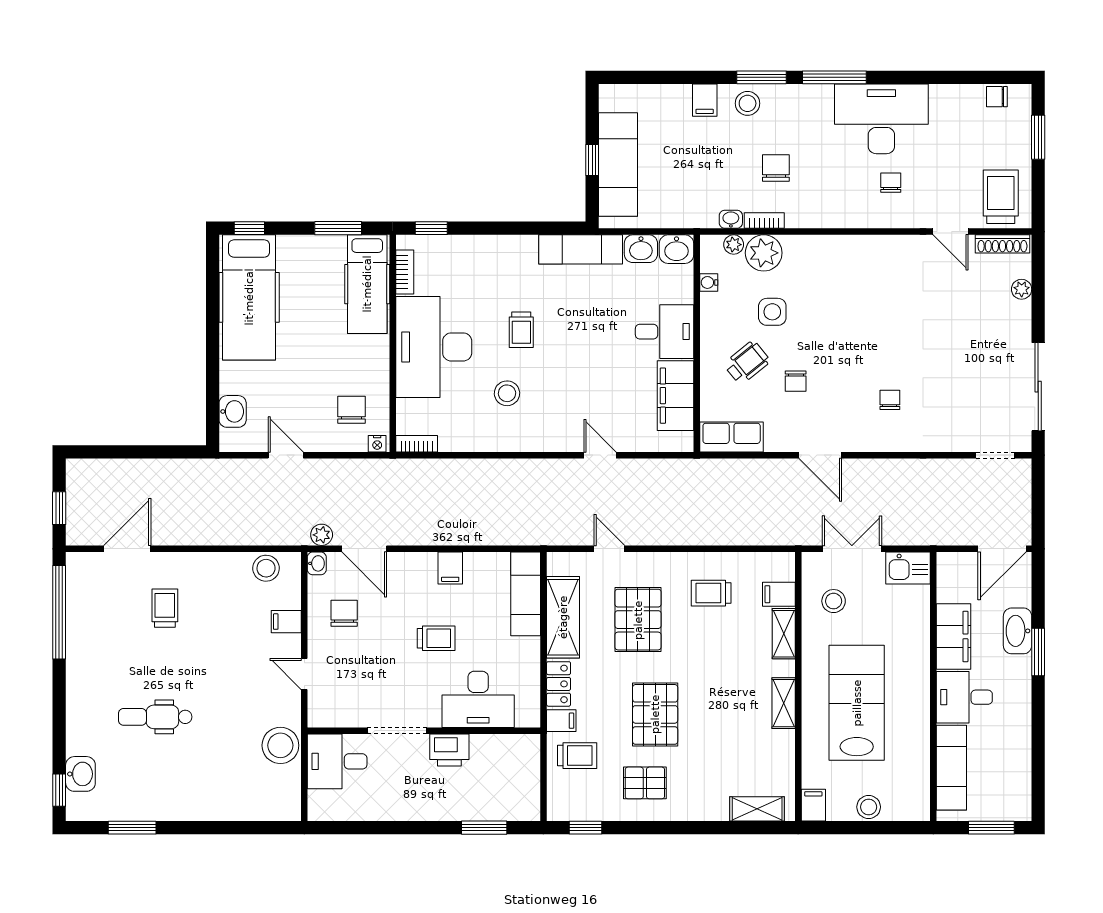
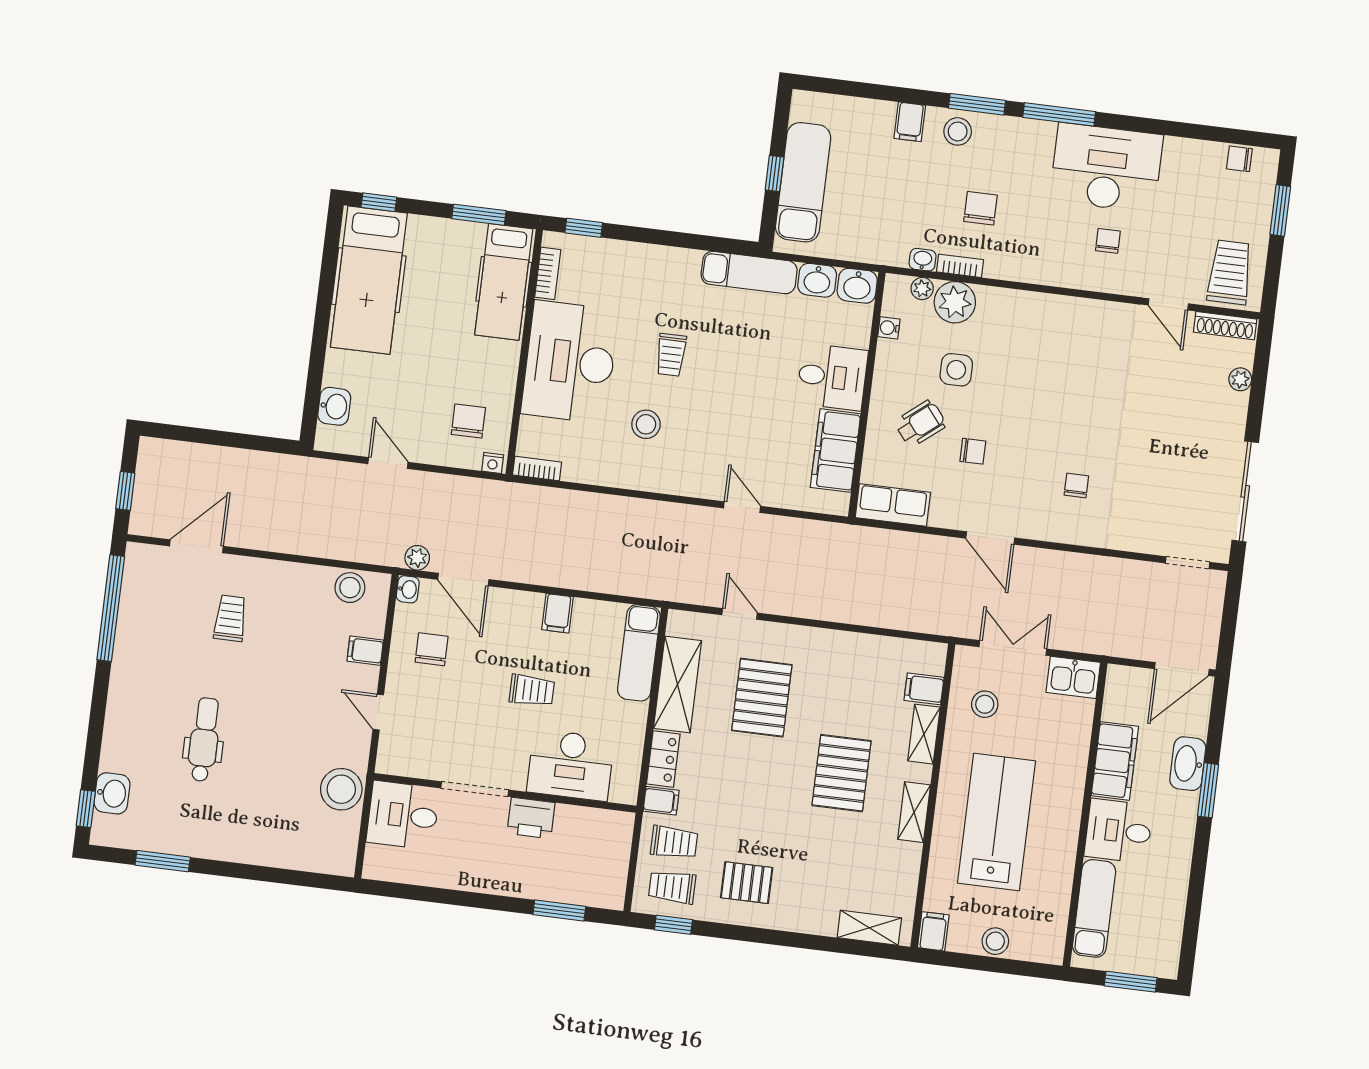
chair: (796, 381) -> (973, 451), turned -90
trolley: (711, 593) -> (672, 887), moved
pallet: (655, 714) -> (842, 773), moved
dental chair: (155, 717) -> (204, 740), turned 90

